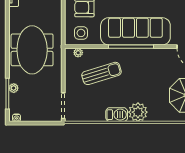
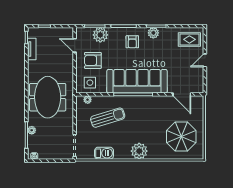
barbecue: (117, 115) -> (104, 153), moved

